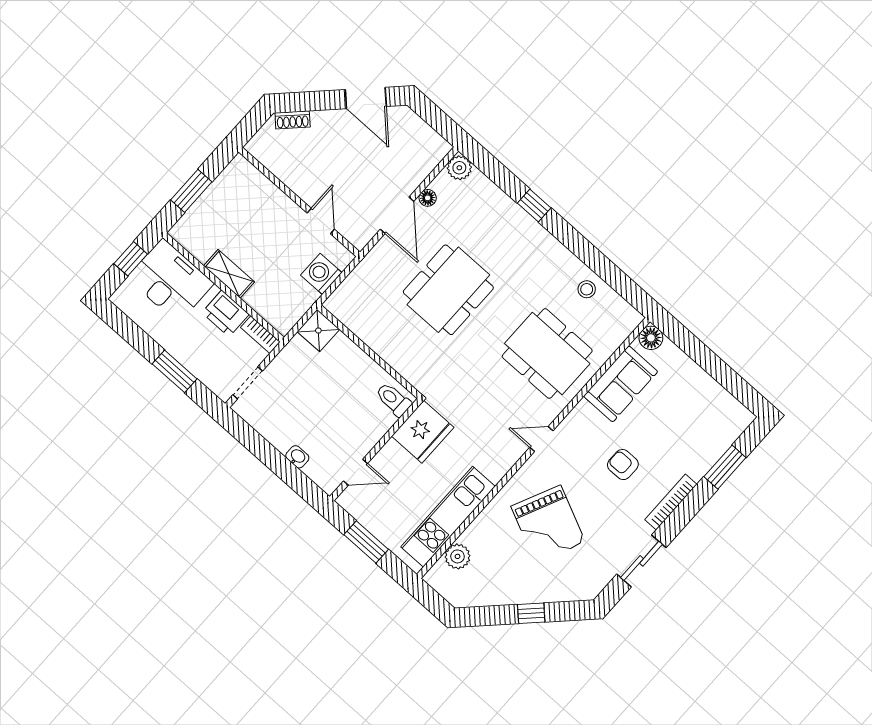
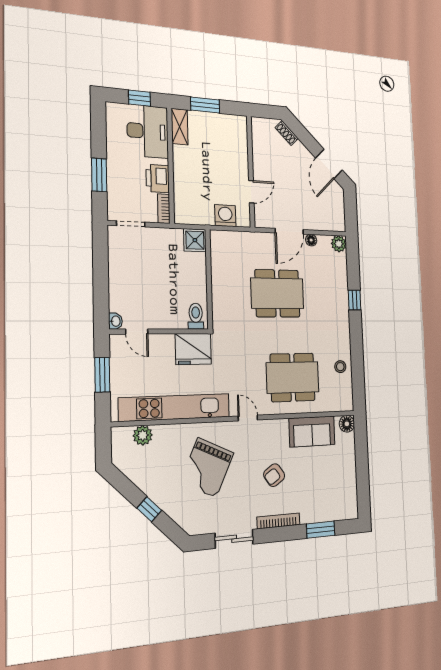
shelving: (229, 274) -> (180, 127), moved
dining table: (547, 353) -> (293, 377), turned 90
washbasin: (297, 457) -> (115, 321), moved
armchair: (623, 465) -> (274, 475), turned -124
kitchen unit: (448, 517) -> (175, 407), width x1.36

